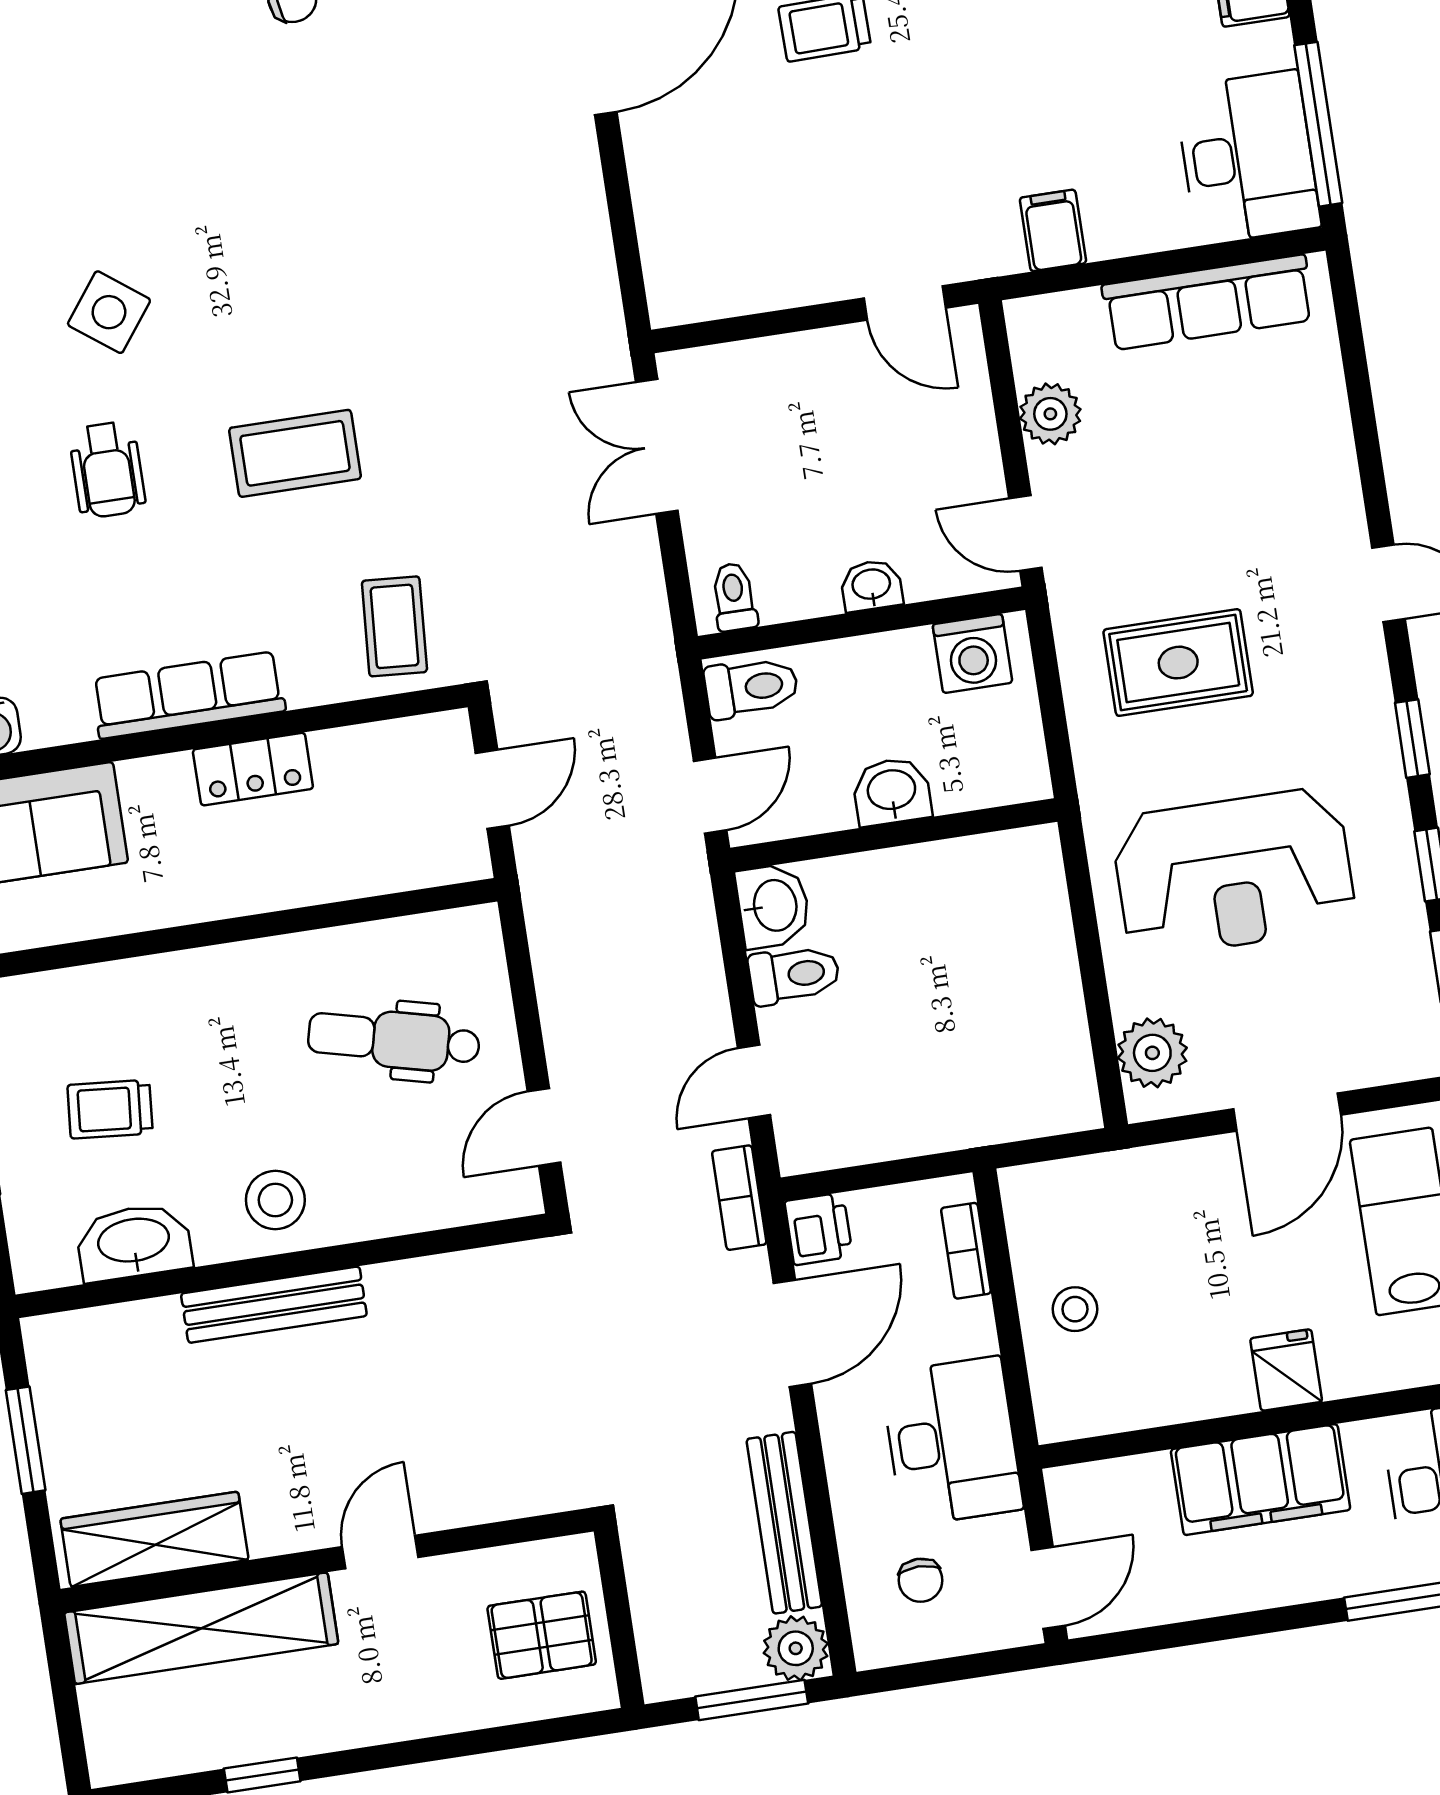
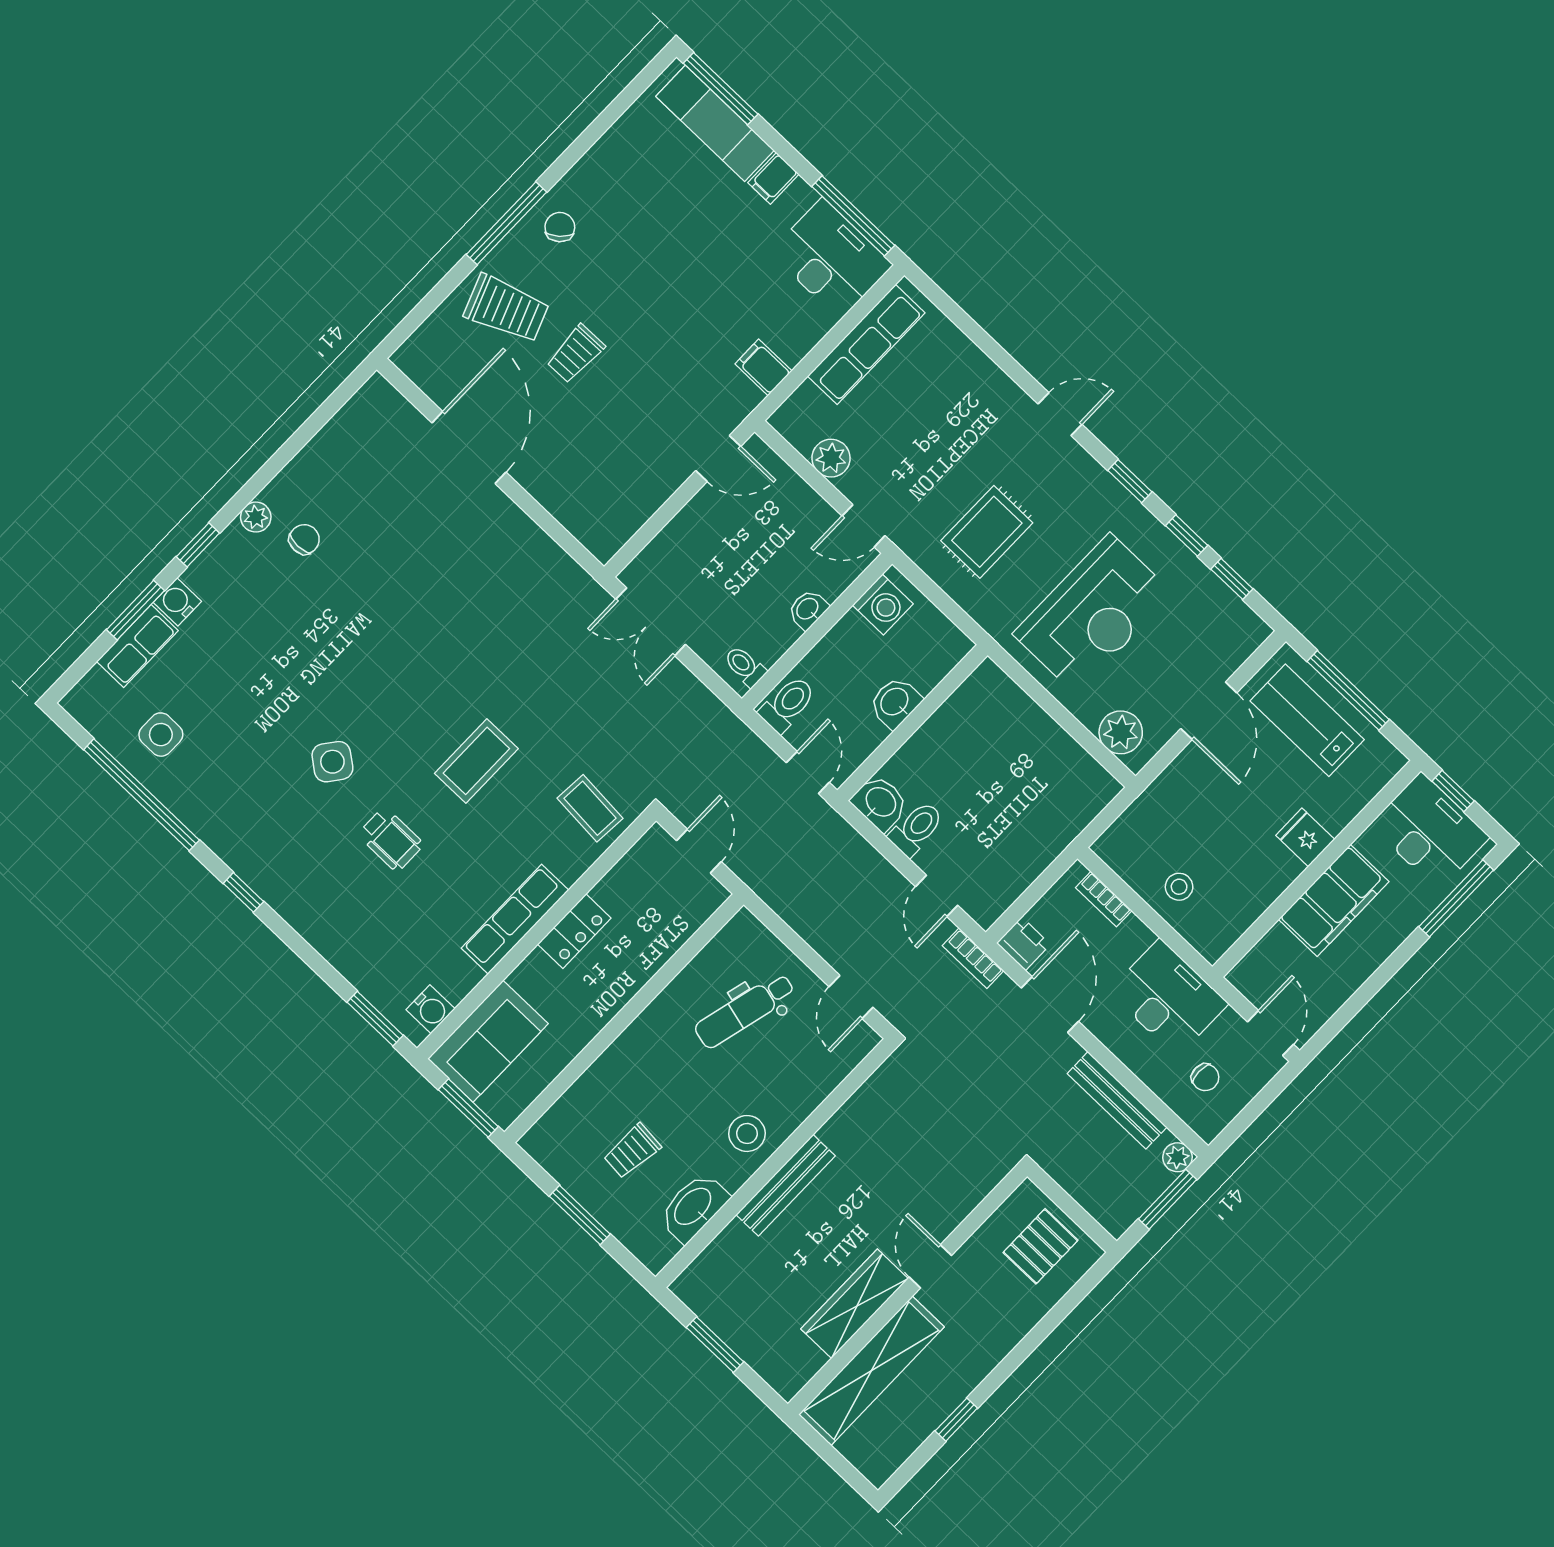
wardrobe: (154, 1539) -> (855, 1304), moved
plant: (796, 1648) -> (1177, 1157), width x0.73, depth x0.73

